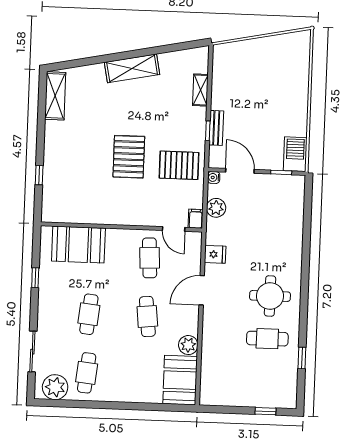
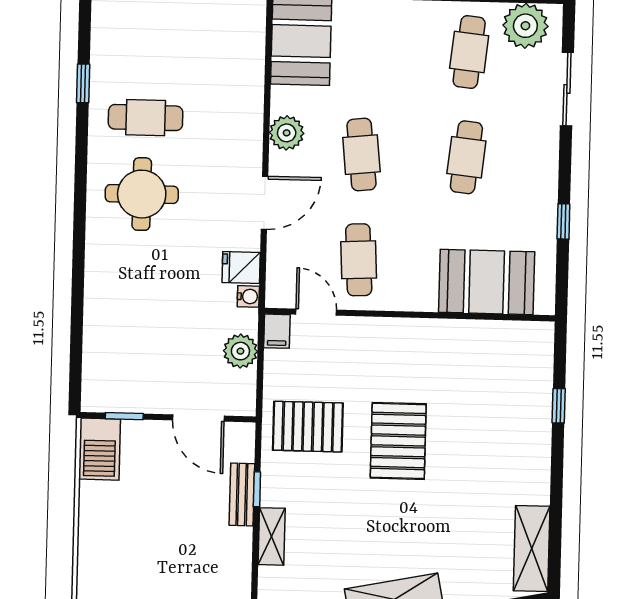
shelving: (201, 90) -> (272, 536), moved
water cooler: (214, 177) -> (248, 296), moved
plant: (188, 345) -> (287, 133), moved

